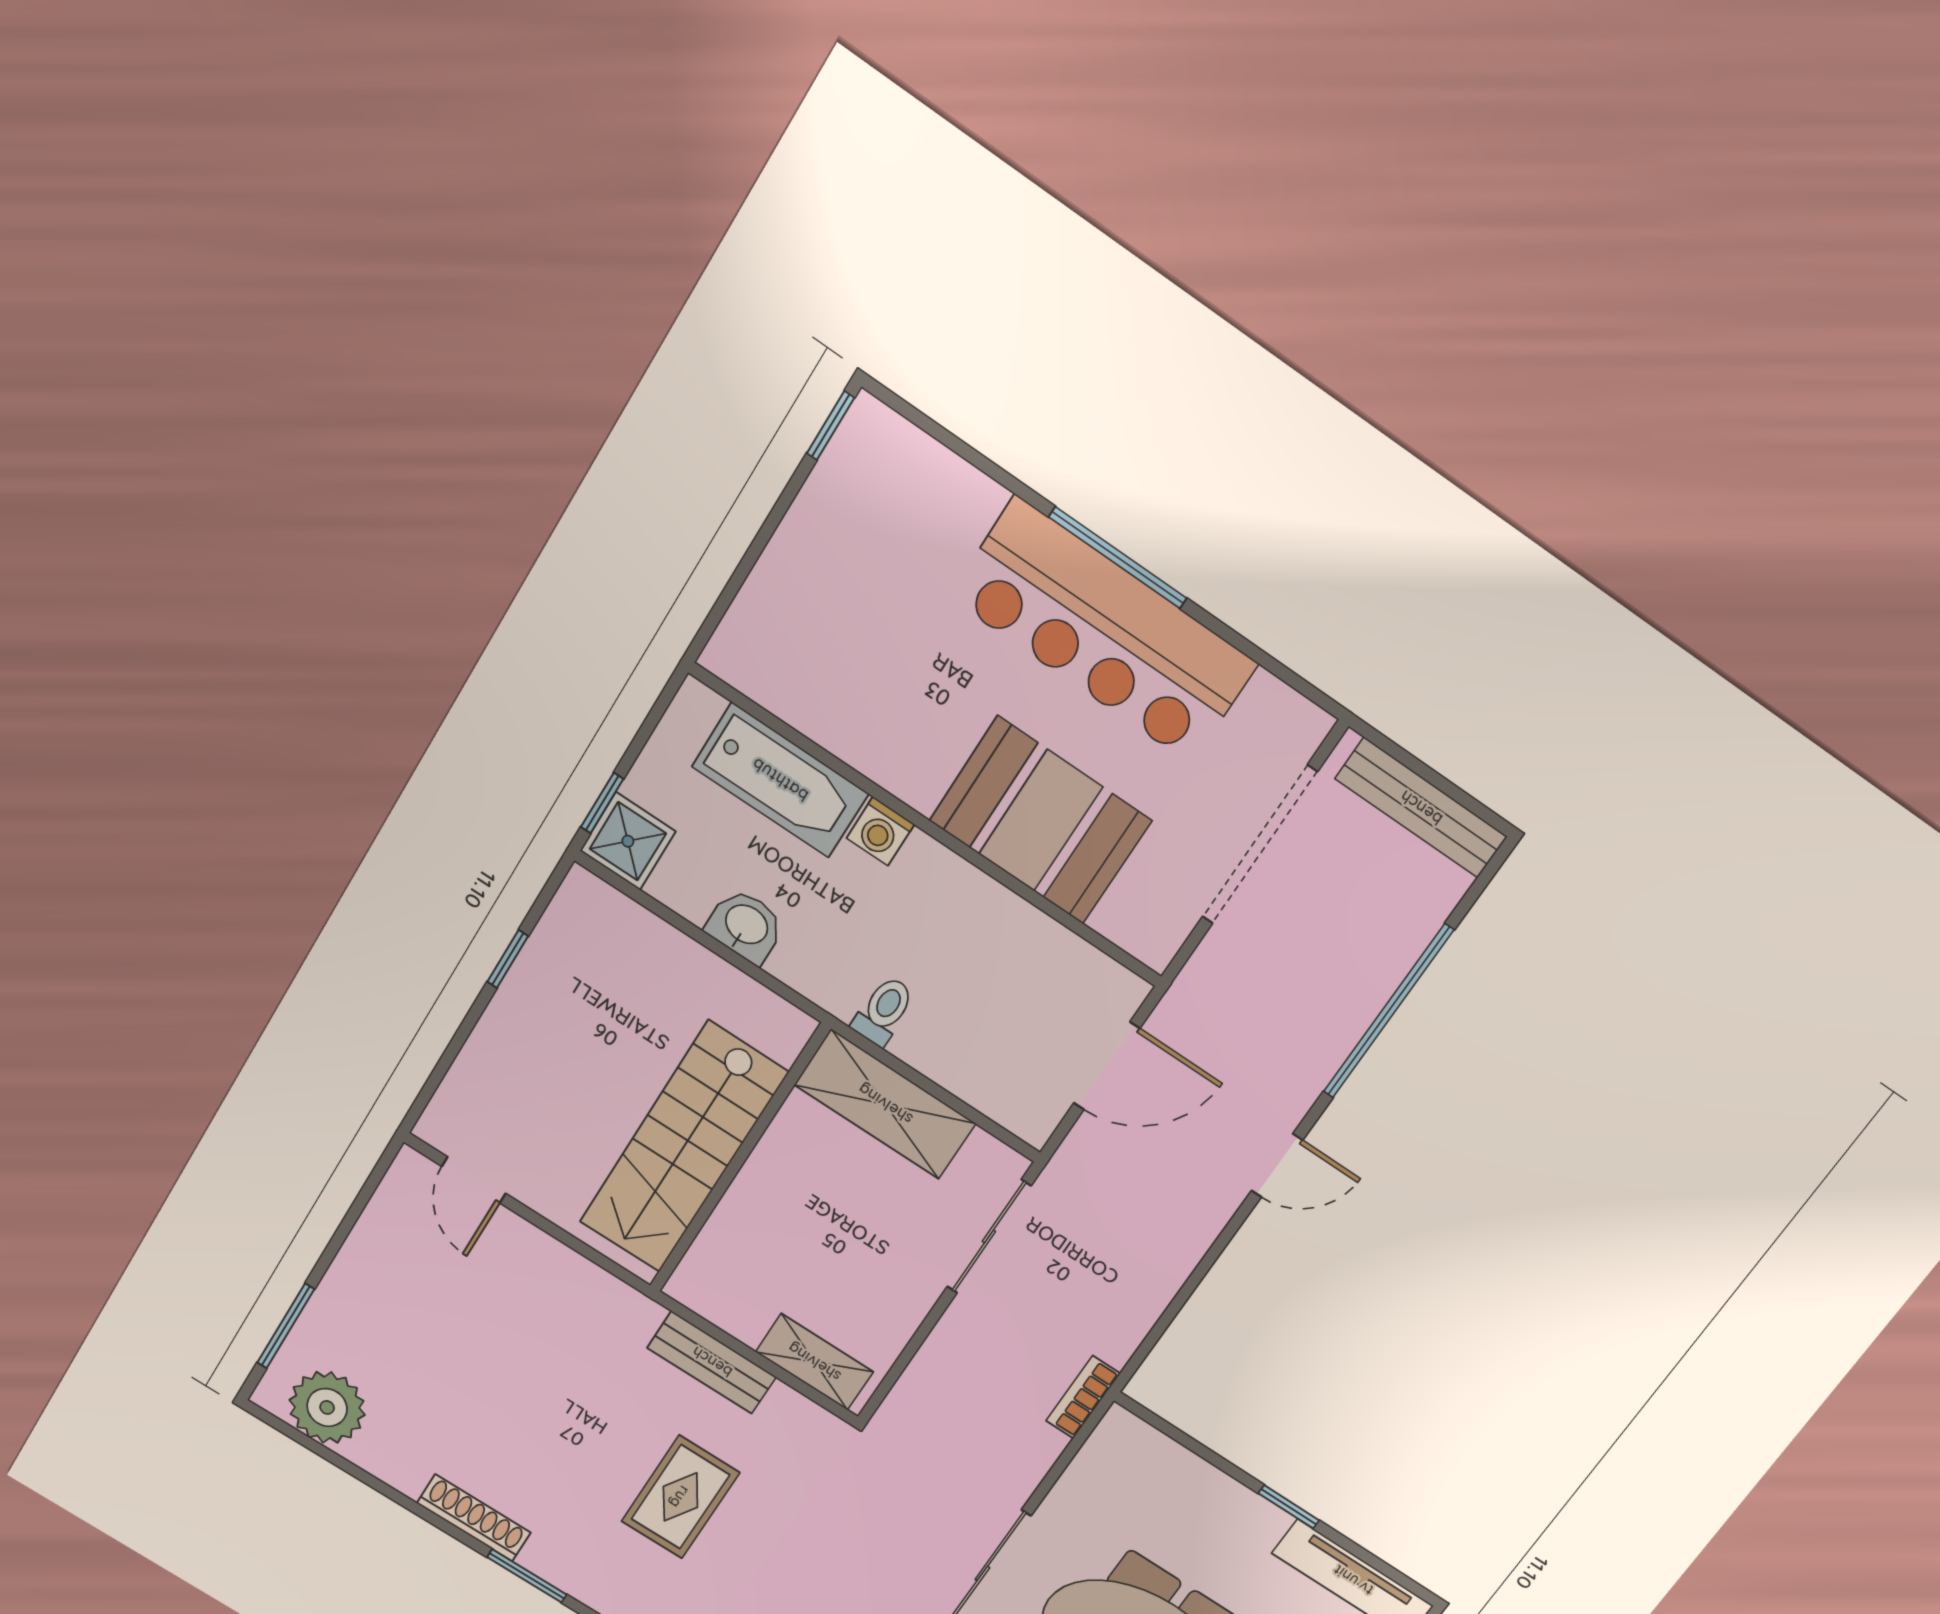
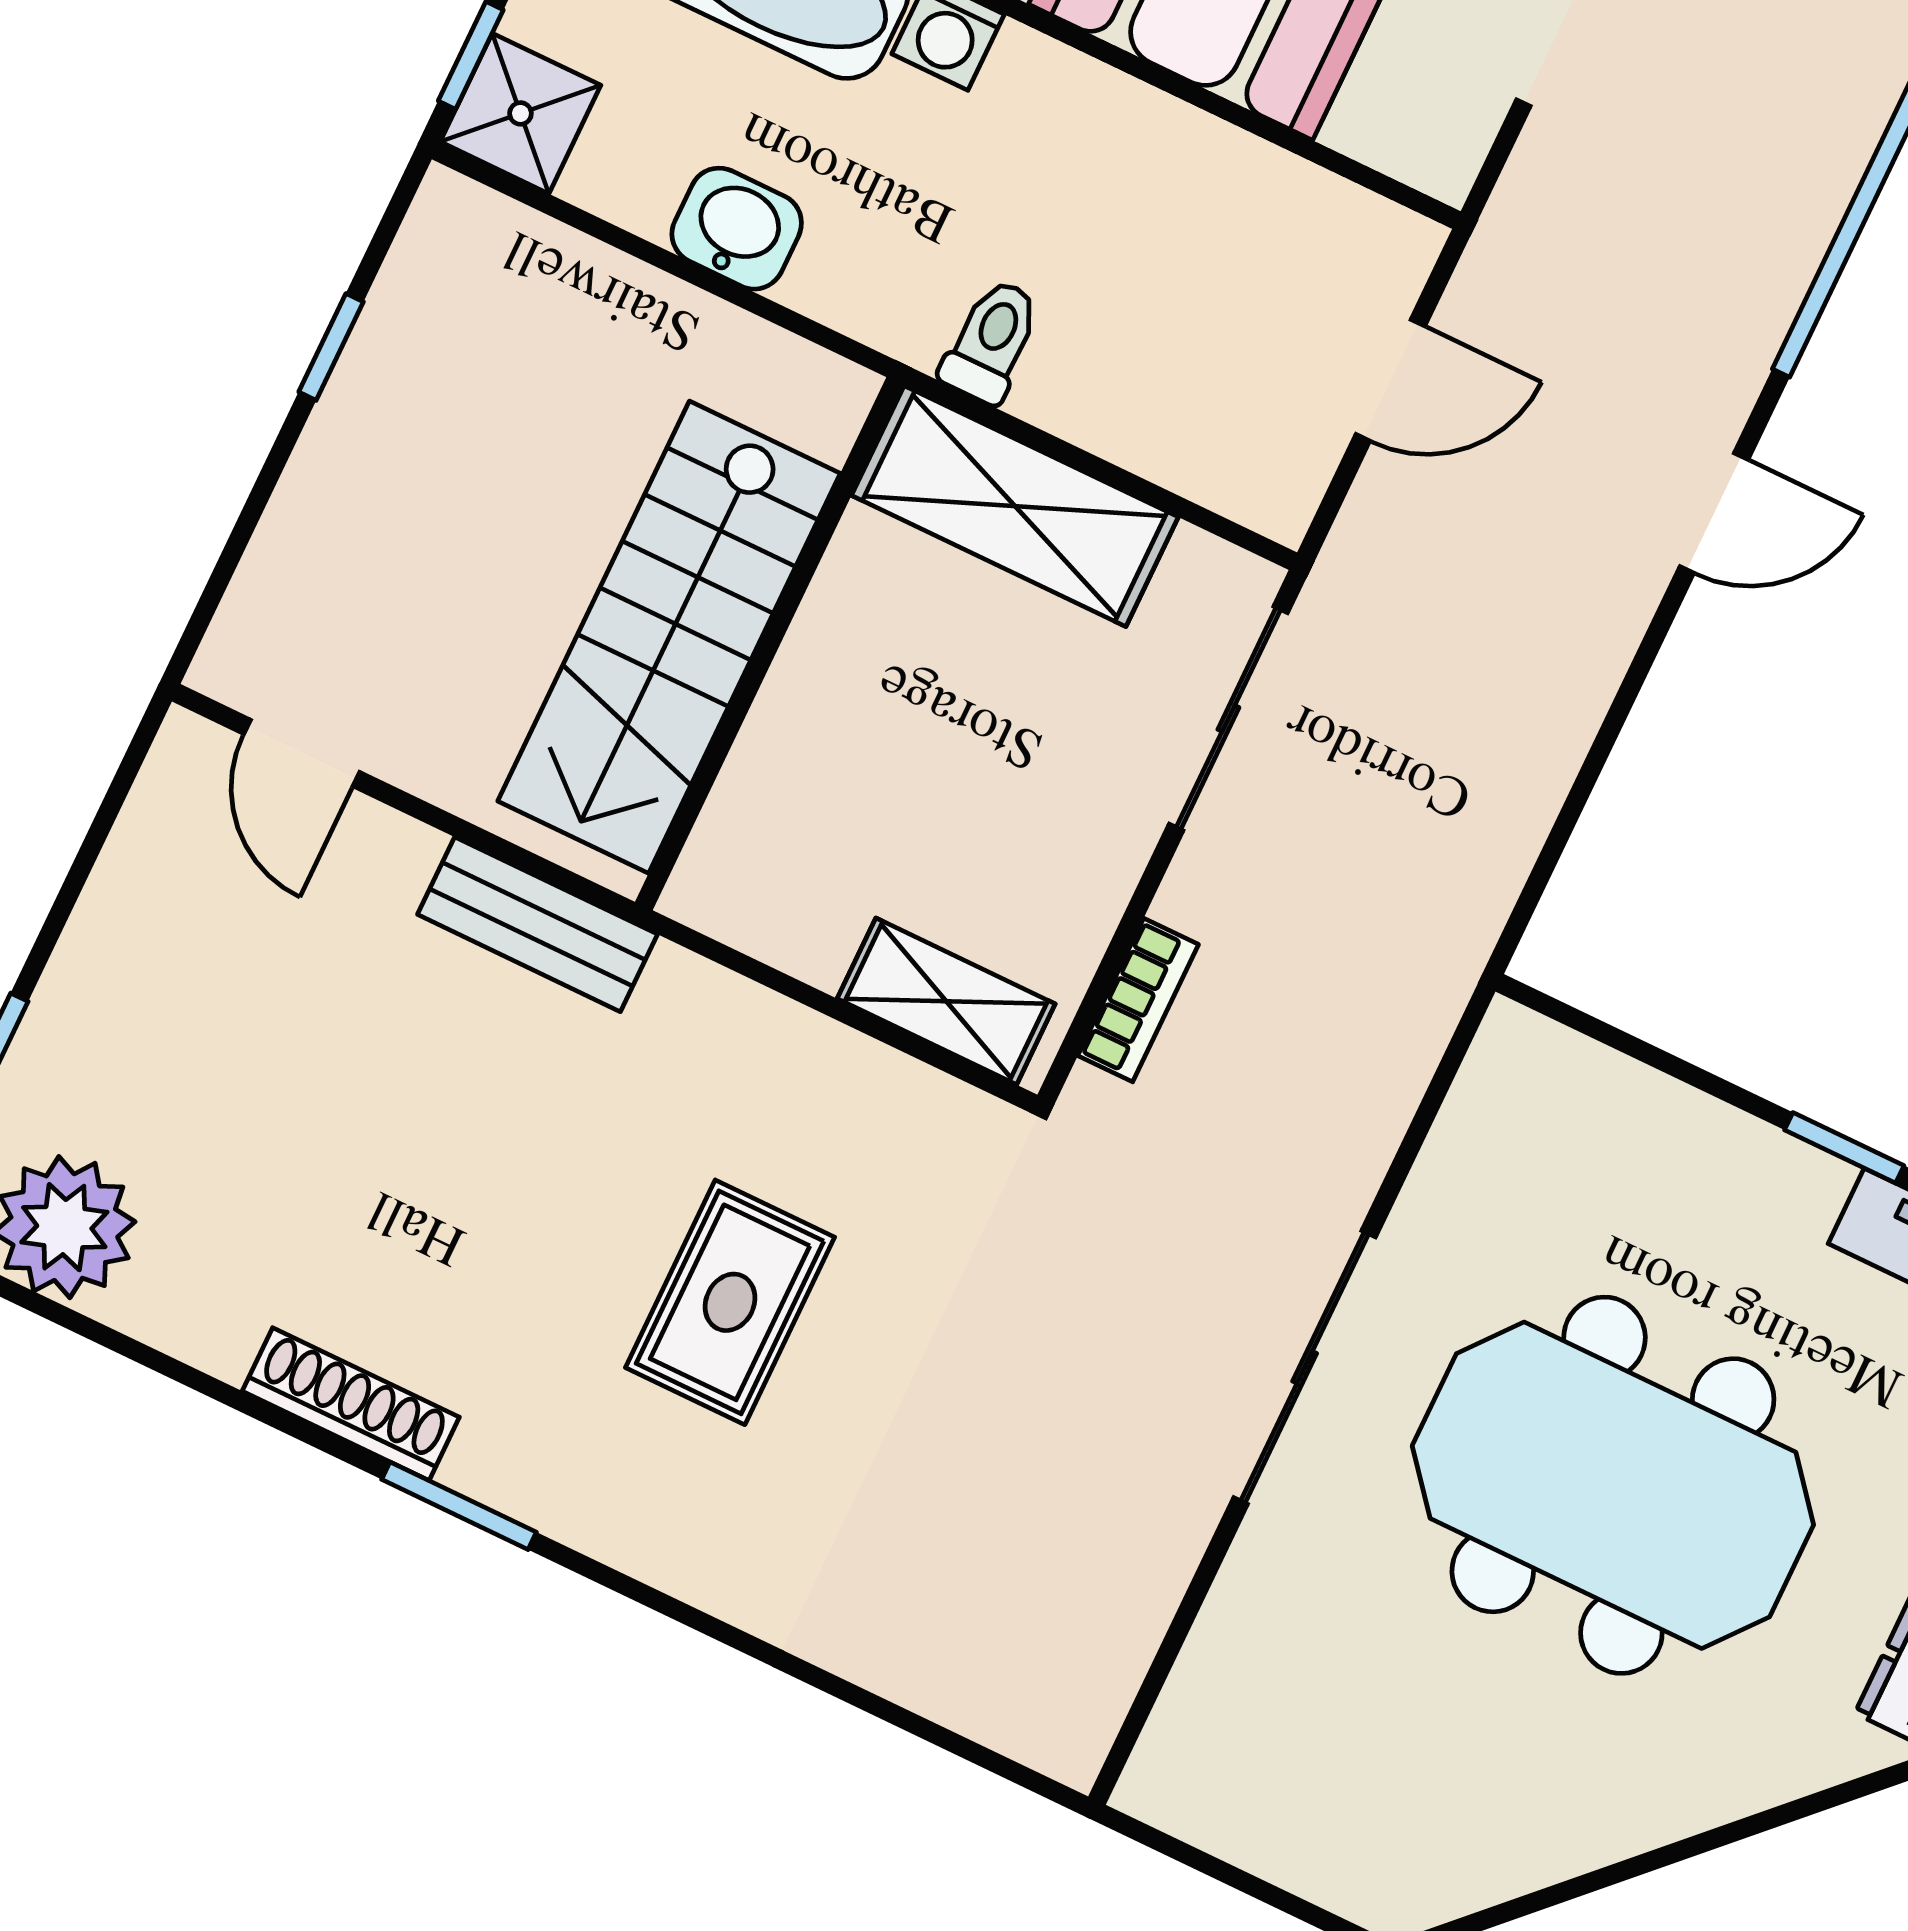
door: (1107, 1066) -> (1390, 380), width x0.73
bench: (712, 1362) -> (538, 924), moved
bookcase: (1083, 1397) -> (1138, 1000), moved, turned 180

